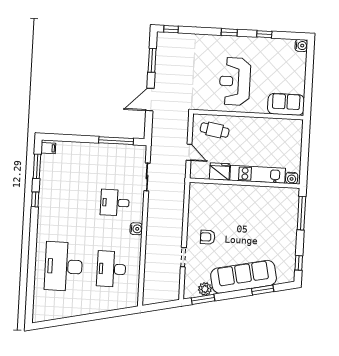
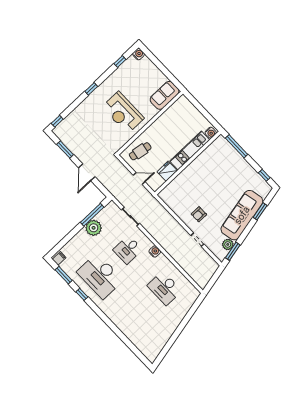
window: (264, 34) -> (120, 61), moved
plant: (105, 153) -> (94, 228), added
desk: (64, 266) -> (100, 276), moved

